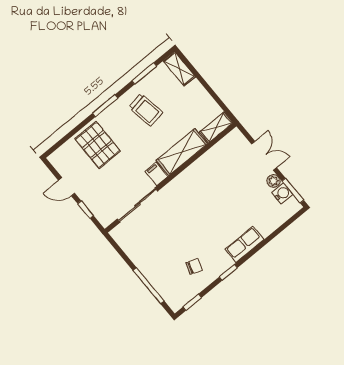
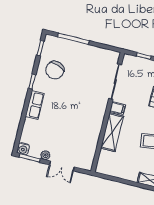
shelving: (216, 127) -> (103, 162), removed
water cooler: (282, 194) -> (23, 149), moved
chair: (194, 266) -> (55, 70), width x1.87, depth x1.87

